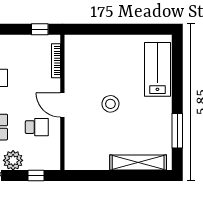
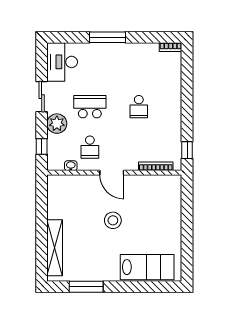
door: (62, 105) -> (112, 173), swing flipped
washbasin: (55, 146) -> (71, 166), added

